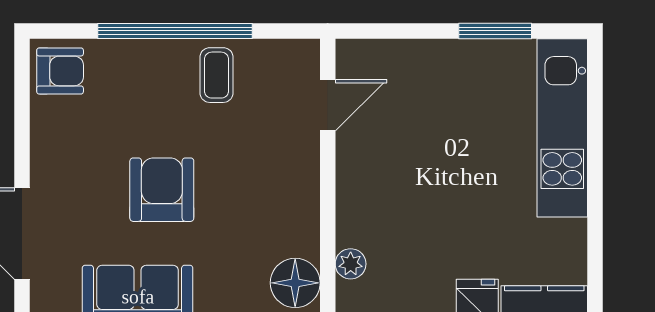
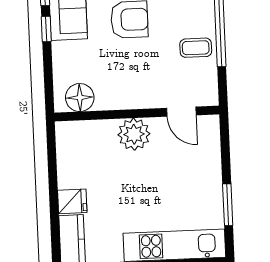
plant: (351, 264) -> (134, 134), moved, width x1.87, depth x1.87

